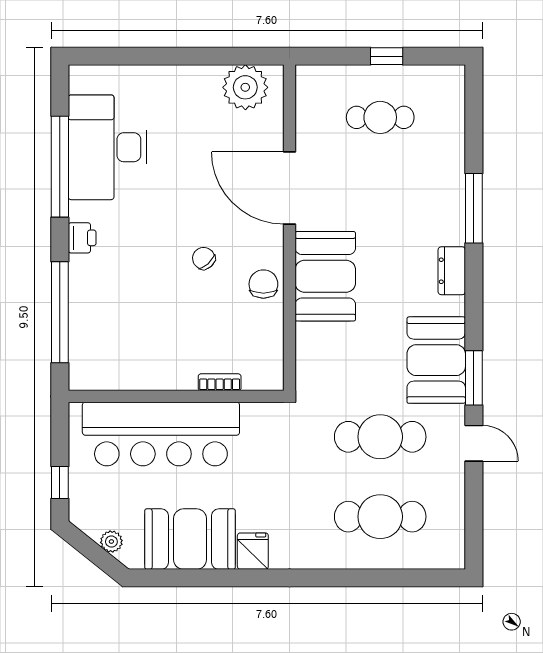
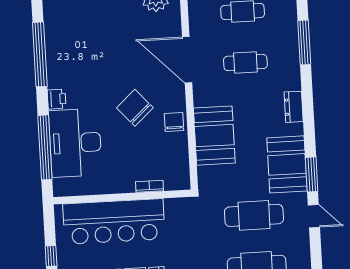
desk: (108, 147) -> (75, 143), moved
cafe table: (380, 197) -> (245, 62), added
window: (474, 208) -> (304, 42), moved
chair: (204, 258) -> (135, 108), width x1.87, depth x1.87
booth: (325, 276) -> (214, 136), moved

